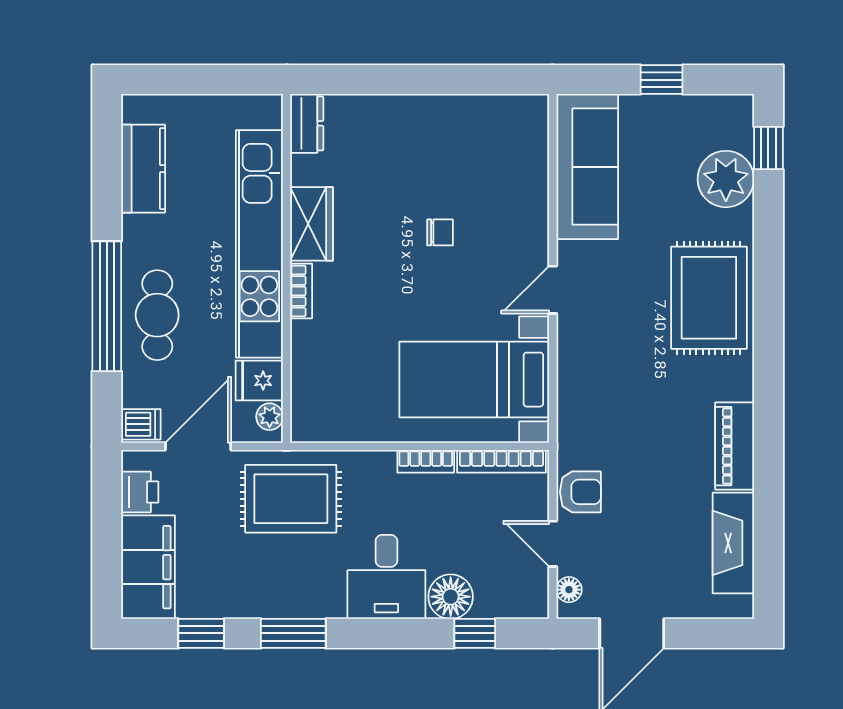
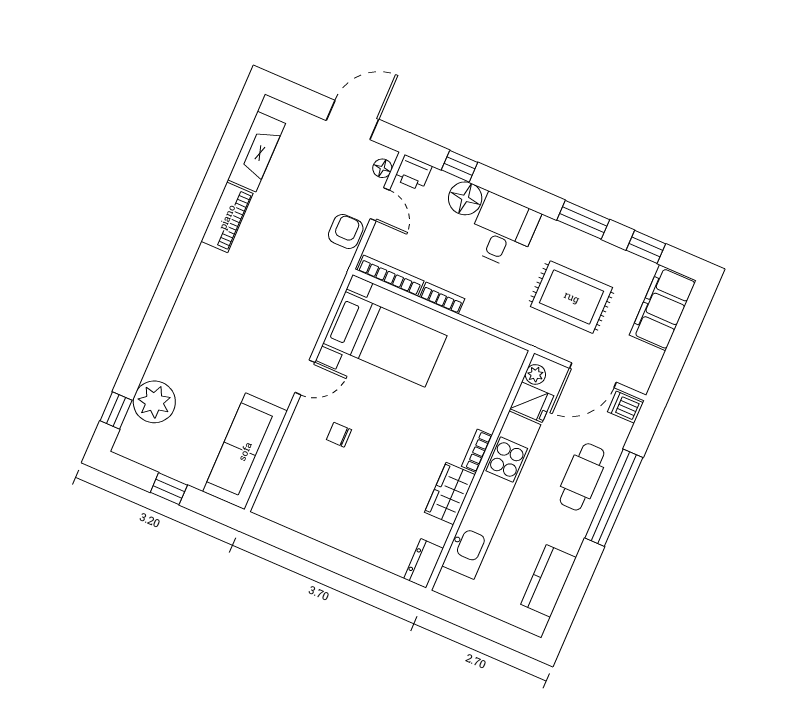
chair: (440, 232) -> (339, 435), moved
rug: (709, 298) -> (201, 326), removed
printer: (140, 492) -> (413, 173), moved, turned -90
armchair: (580, 492) -> (346, 232), turned 90
rug: (291, 499) -> (572, 297), moved

